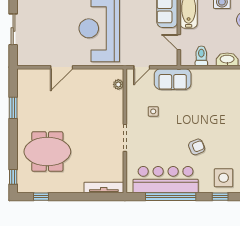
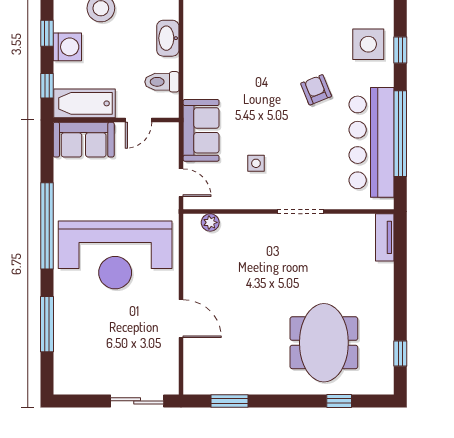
sliding door: (13, 29) -> (137, 401), moved
window: (13, 108) -> (229, 401), moved
window: (13, 177) -> (339, 401), moved
tv unit: (104, 187) -> (385, 237), width x0.71

